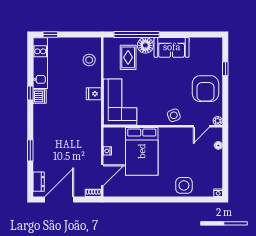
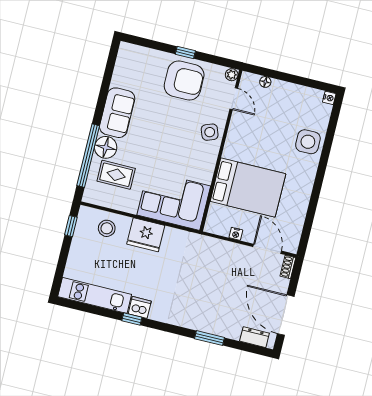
window: (50, 35) -> (71, 226), moved
window: (225, 69) -> (185, 52), moved
fridge: (94, 94) -> (146, 235), width x1.88, depth x1.34

